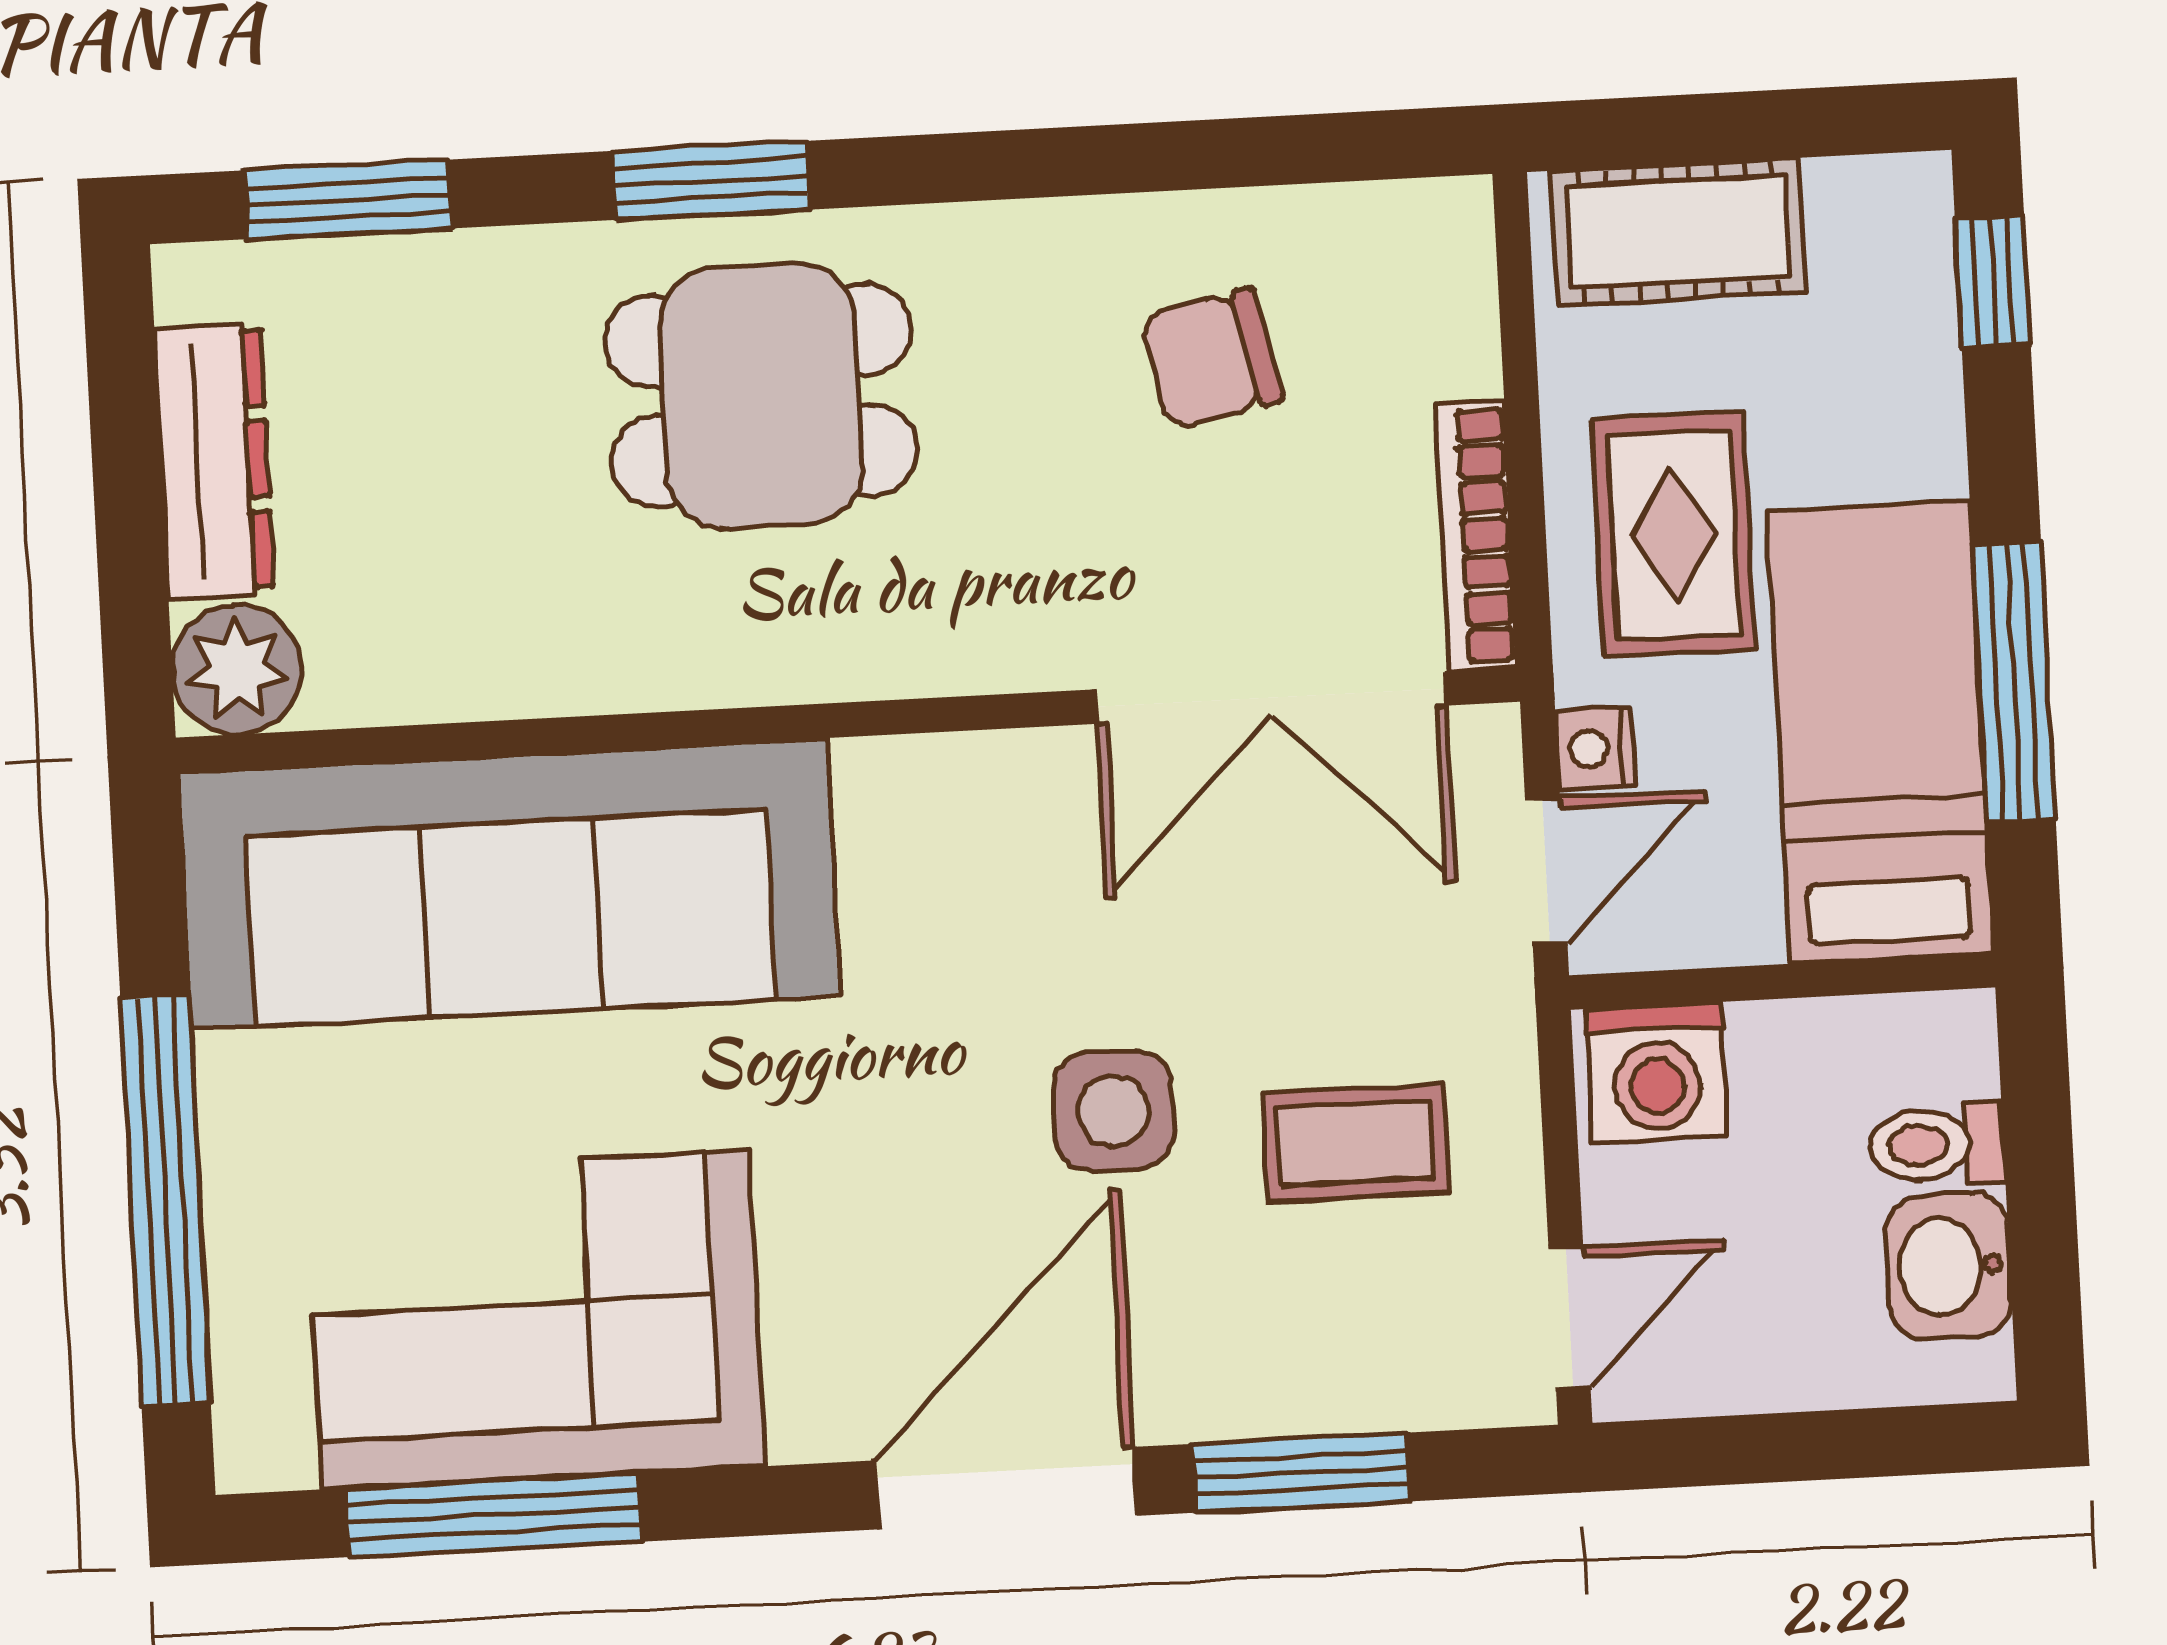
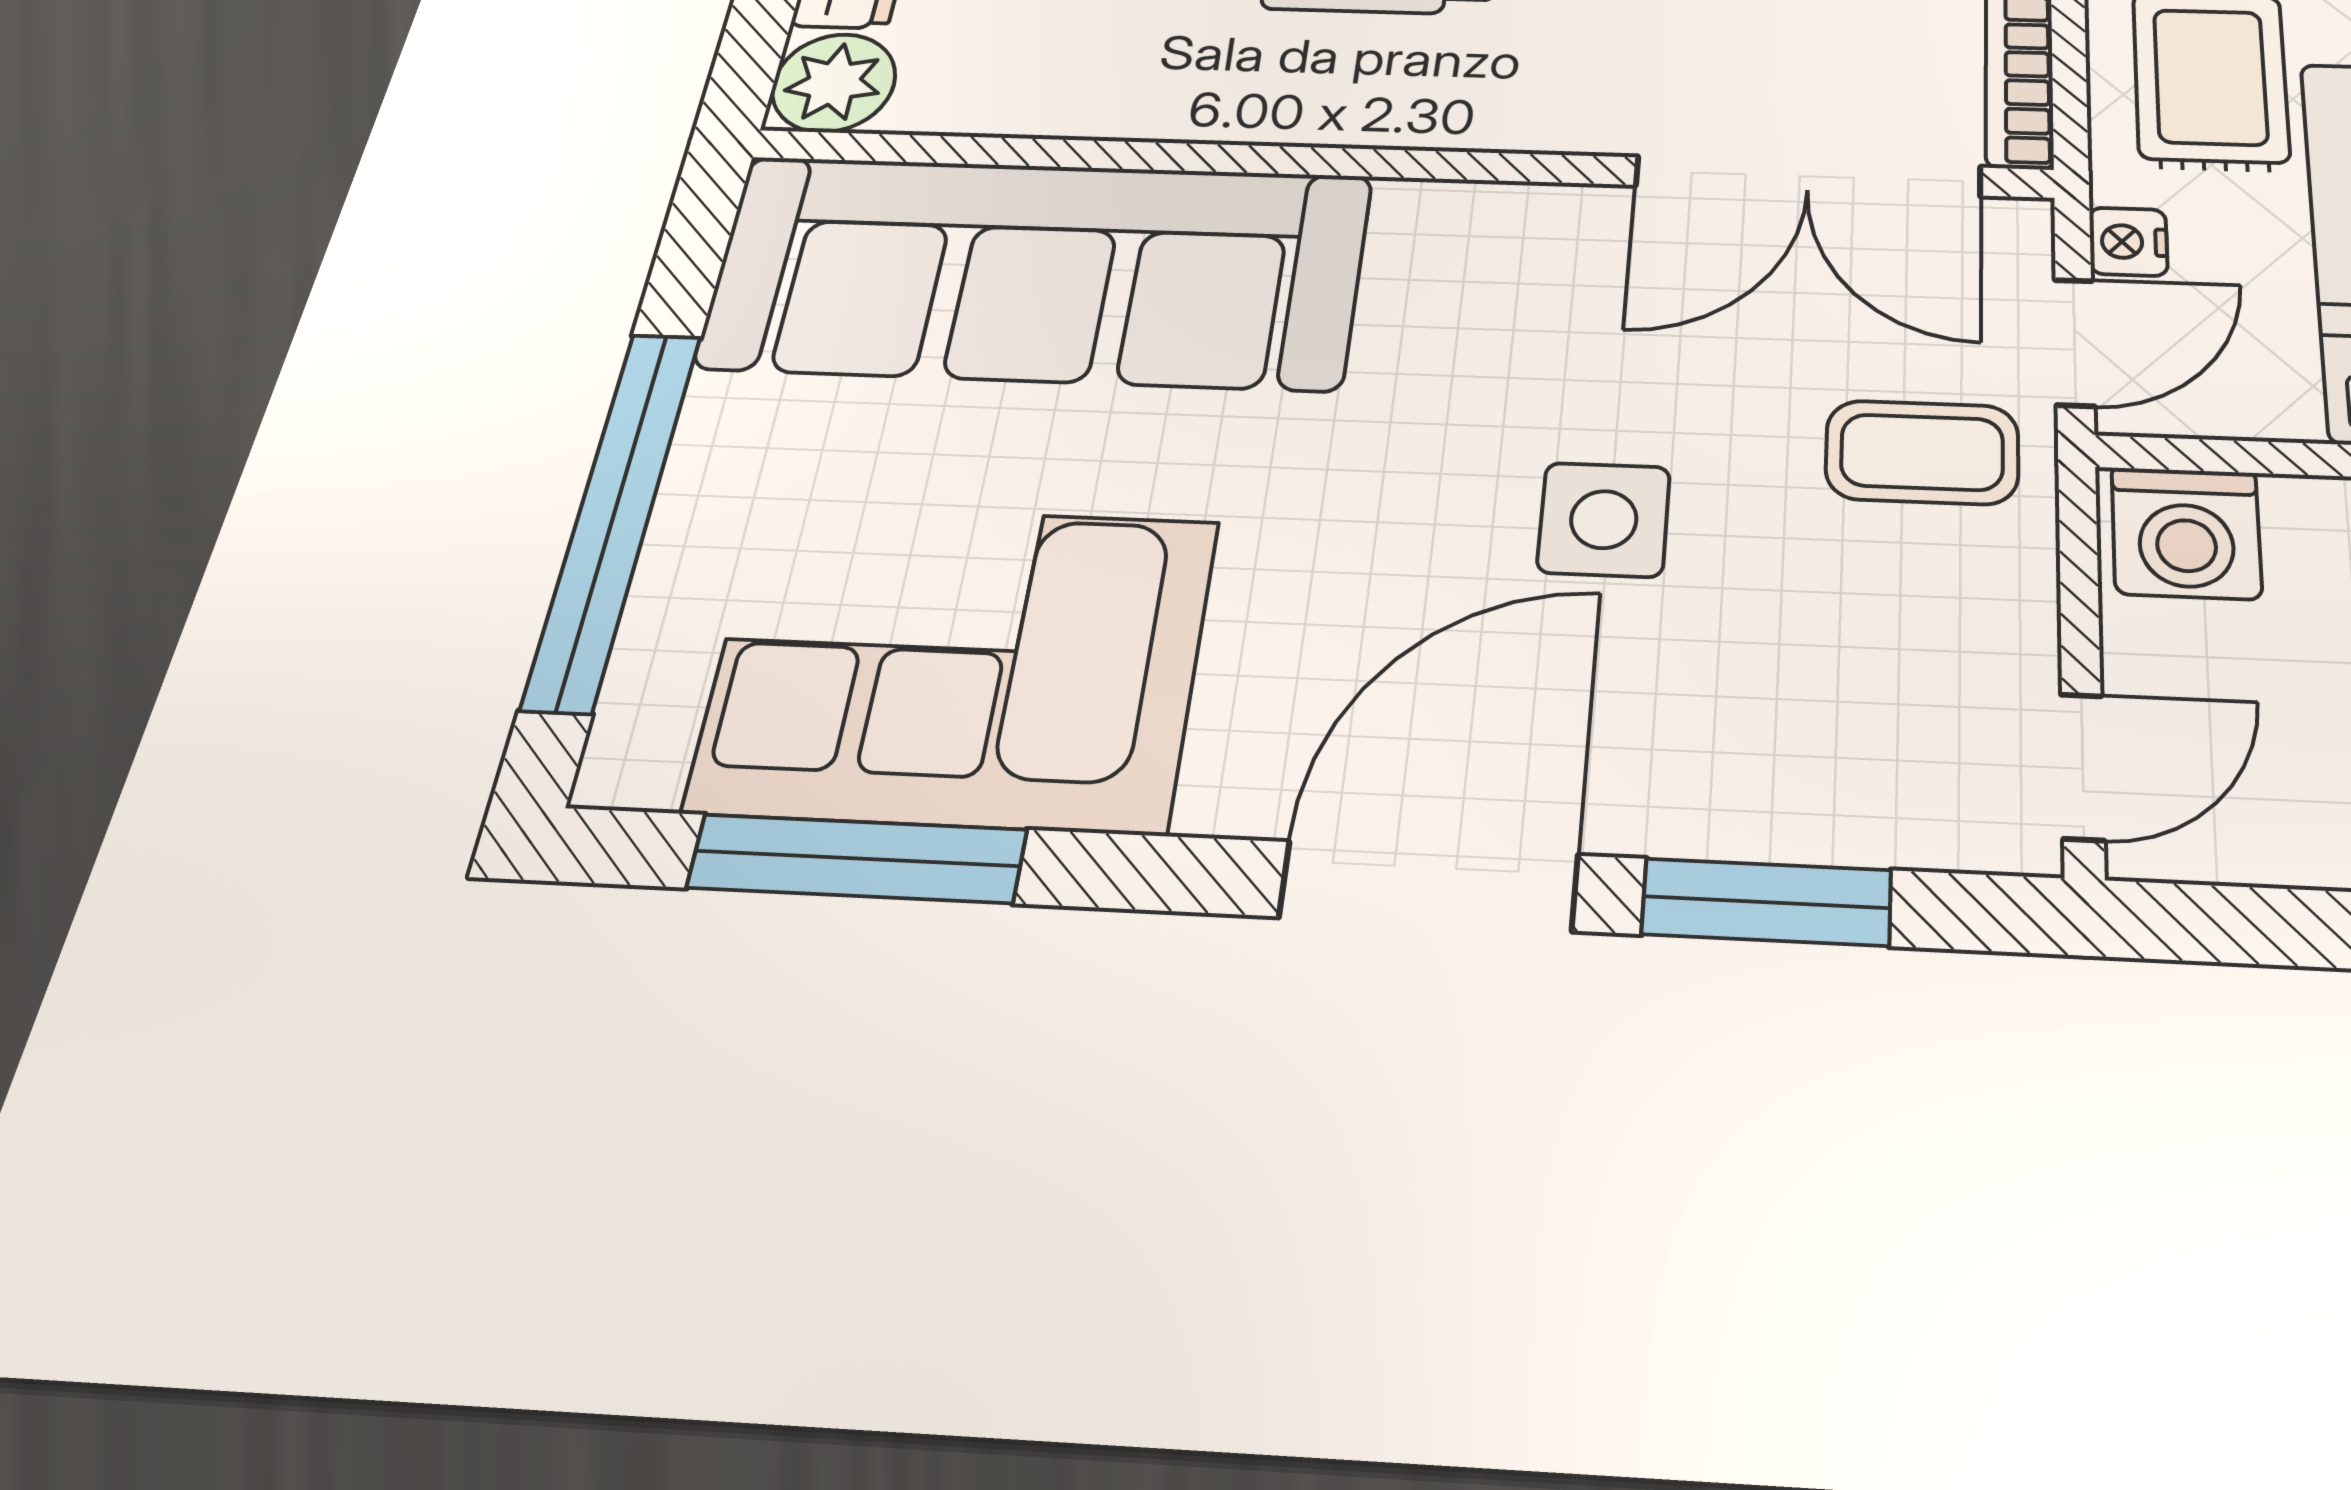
coffee table: (1355, 1143) -> (1922, 452), moved

